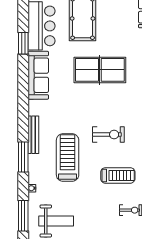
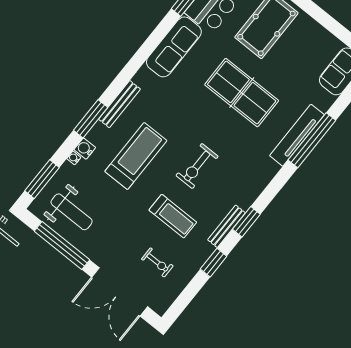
exercise bike: (108, 134) -> (197, 166), turned 90
water cooler: (34, 177) -> (85, 149), added

